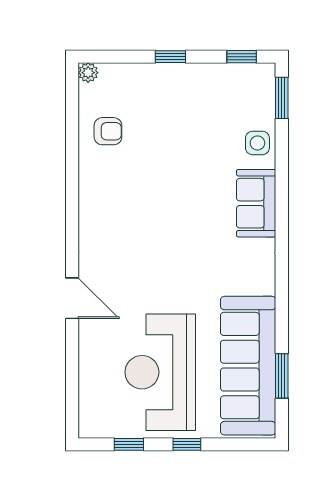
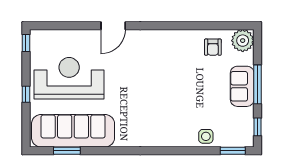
window: (170, 57) -> (257, 84), width x2.17
plant: (88, 73) -> (243, 41), width x1.88, depth x1.88
sofa: (256, 203) -> (242, 86), moved, turned -90
window: (129, 444) -> (26, 43), moved

